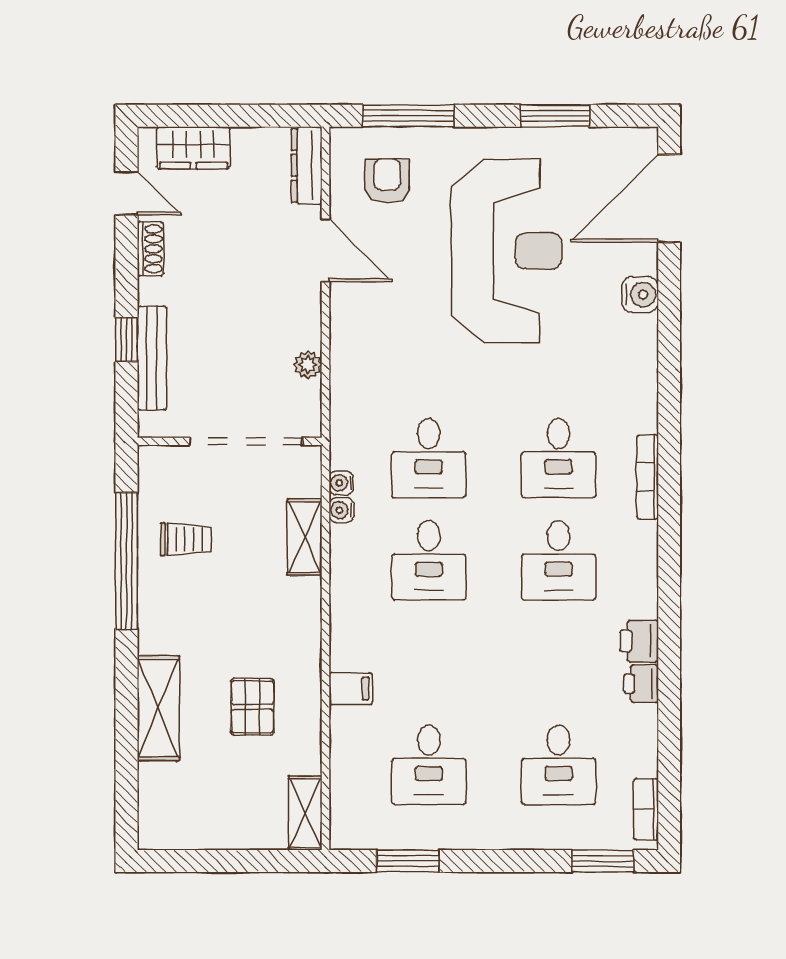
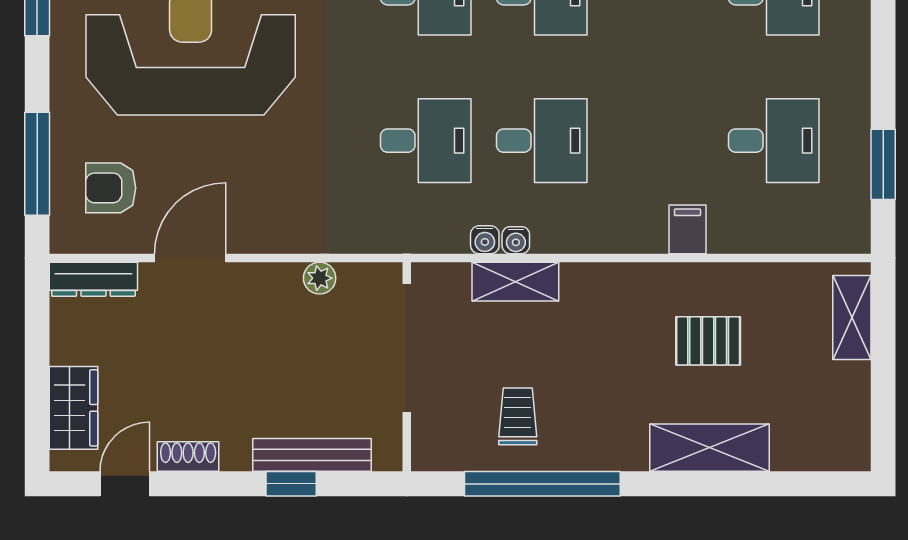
water cooler: (341, 483) -> (516, 240), moved
shelving: (305, 813) -> (852, 318), moved, turned 90

